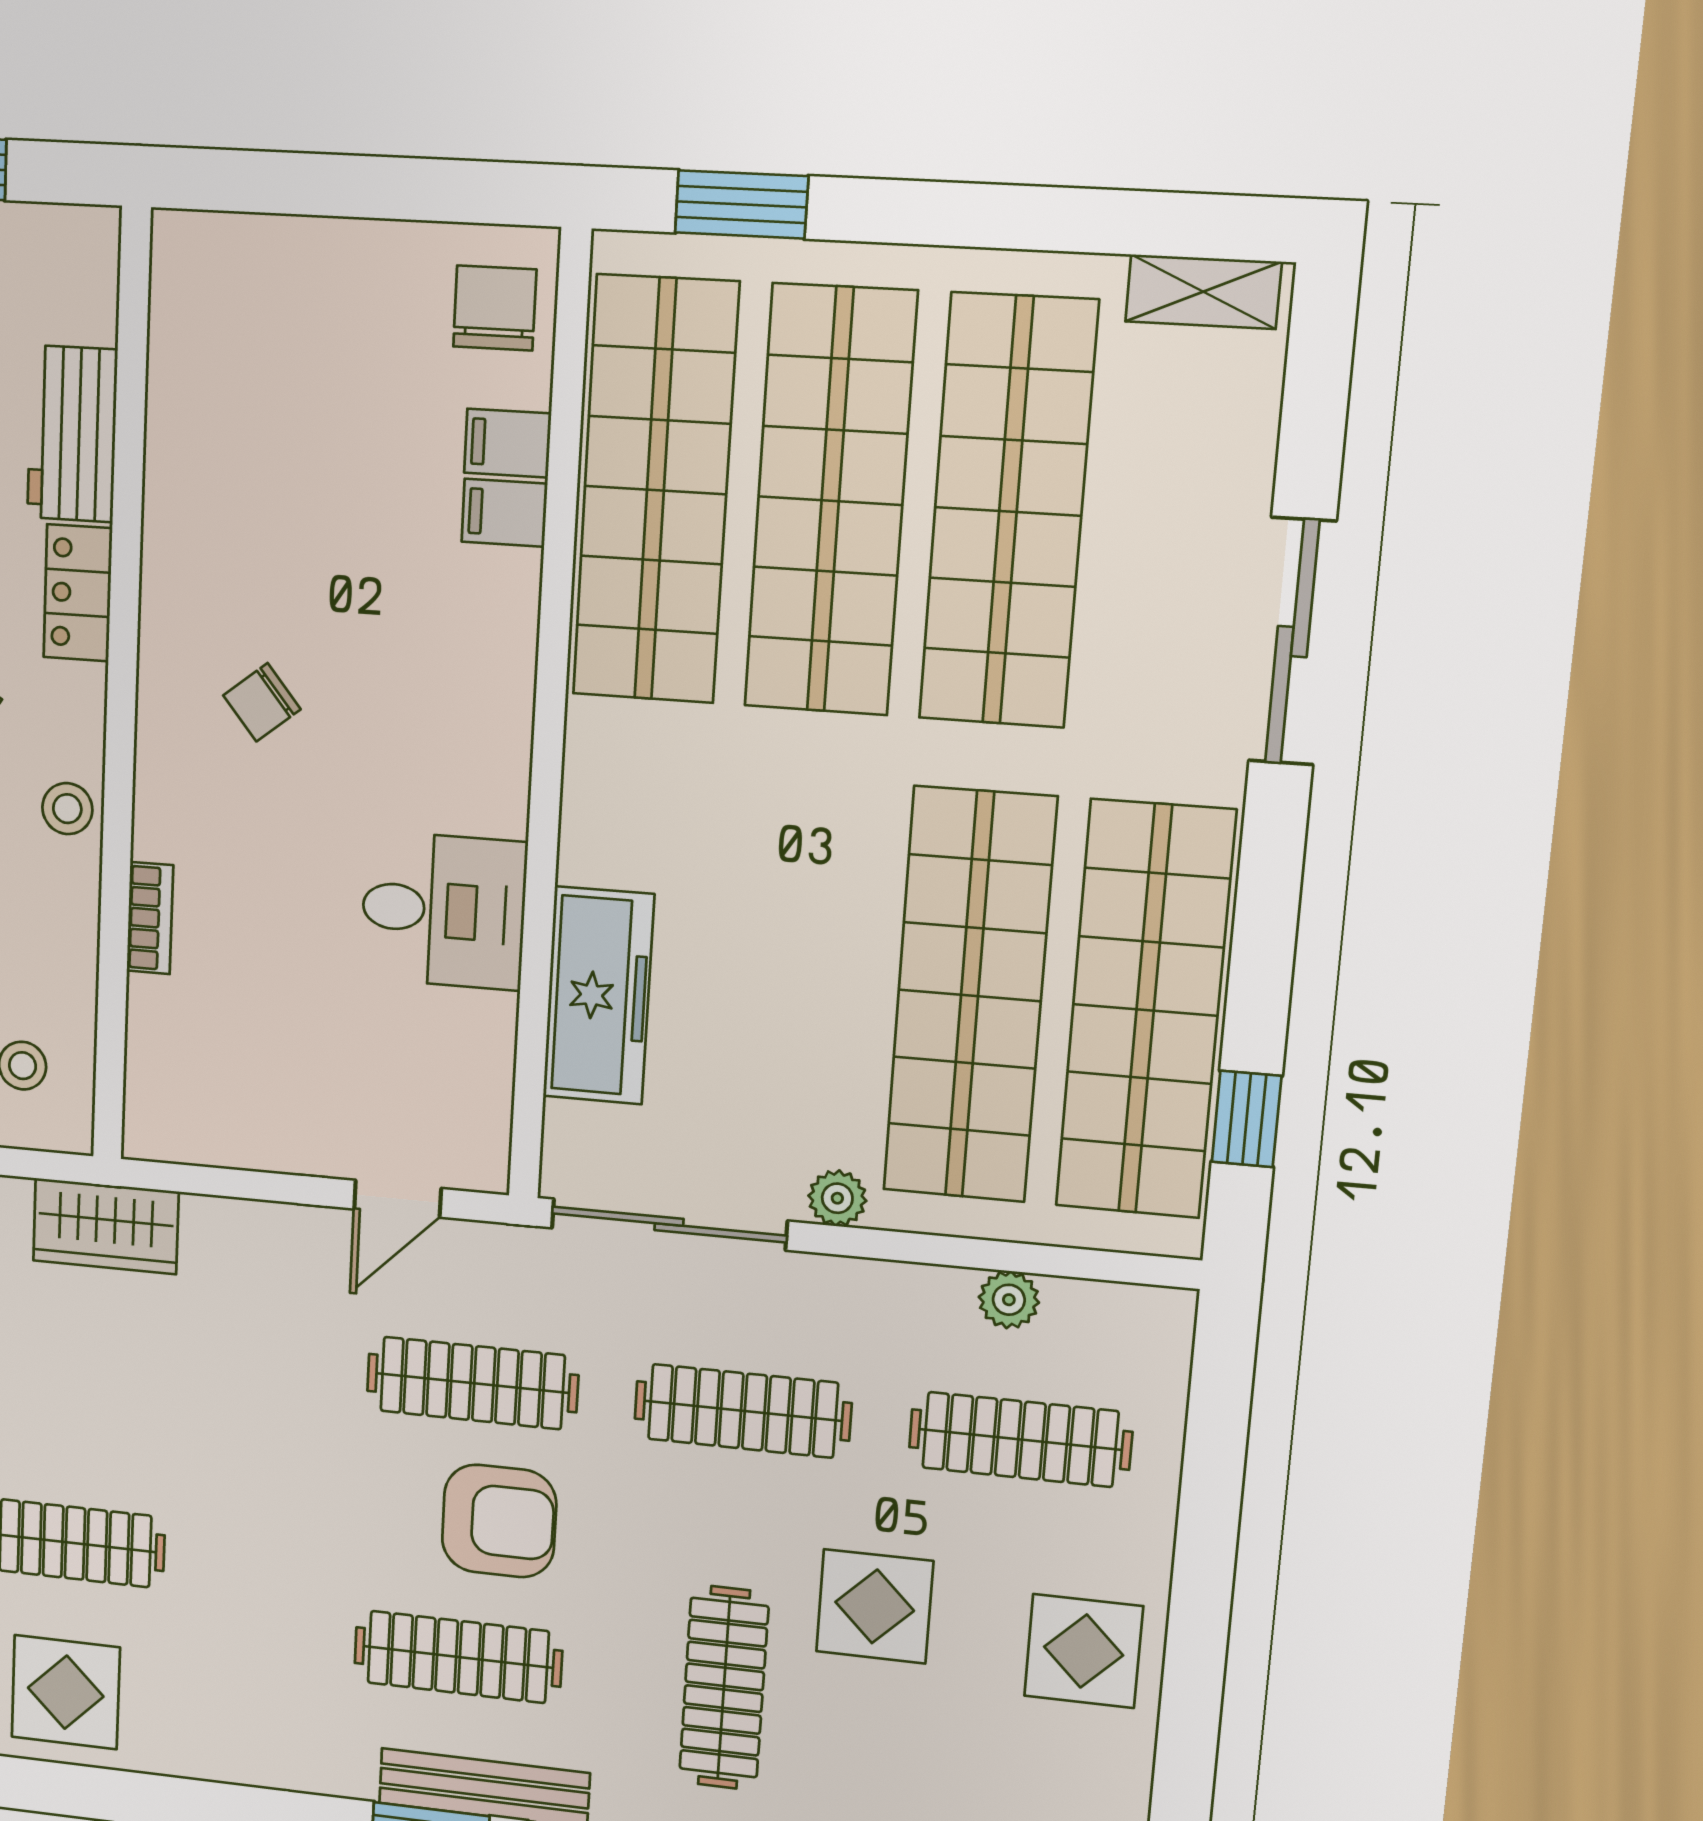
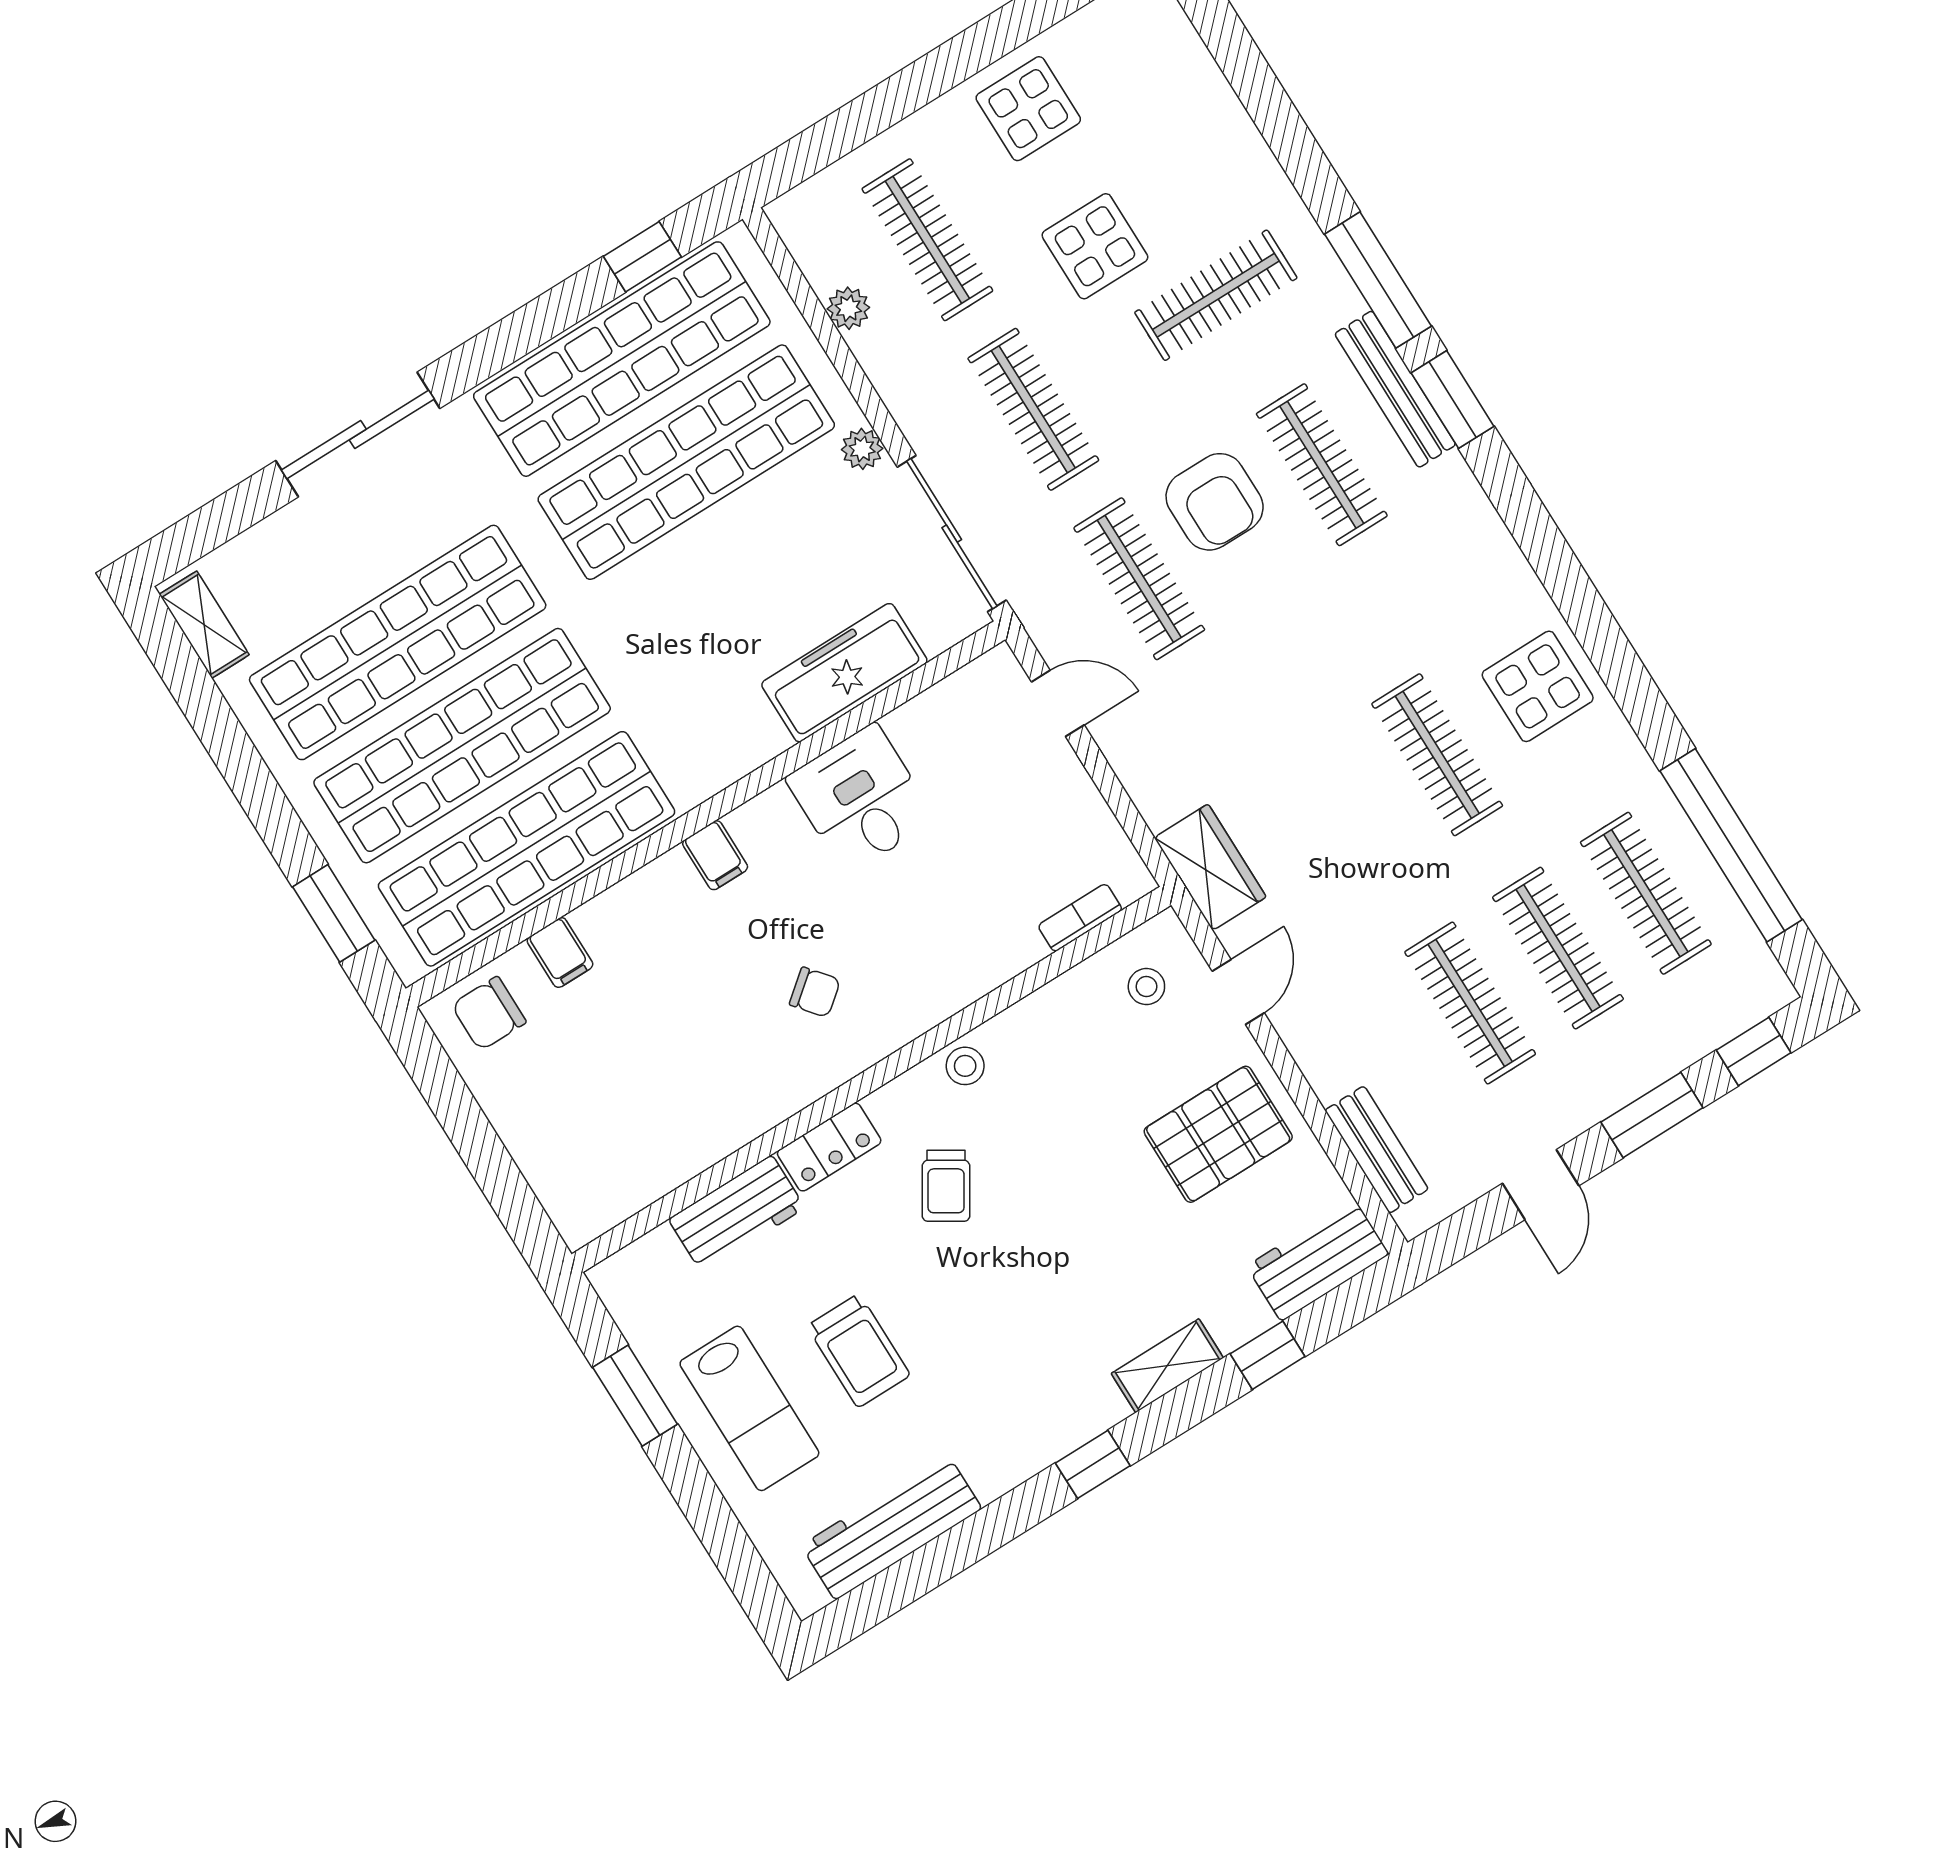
filing cabinet: (504, 513) -> (715, 855), moved
bookcase: (150, 918) -> (1080, 918), moved
armchair: (499, 1521) -> (1215, 502), turned 180

